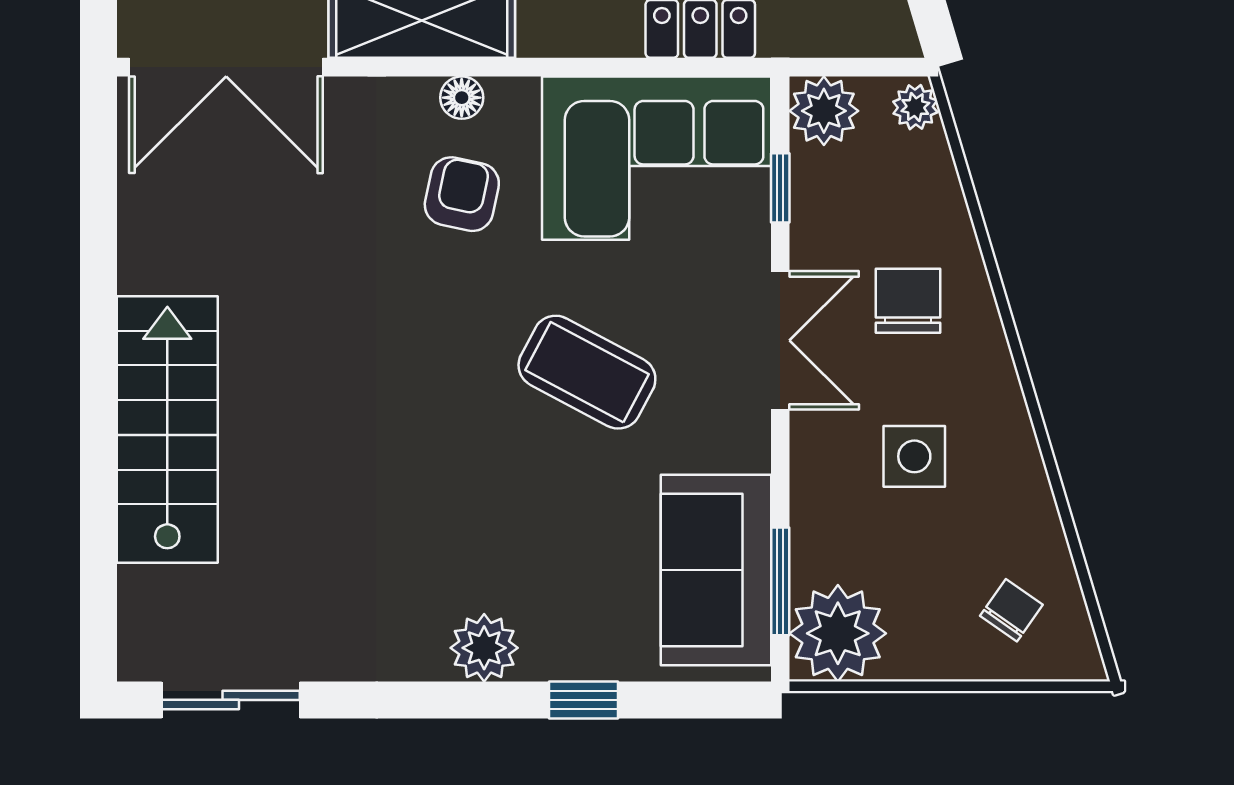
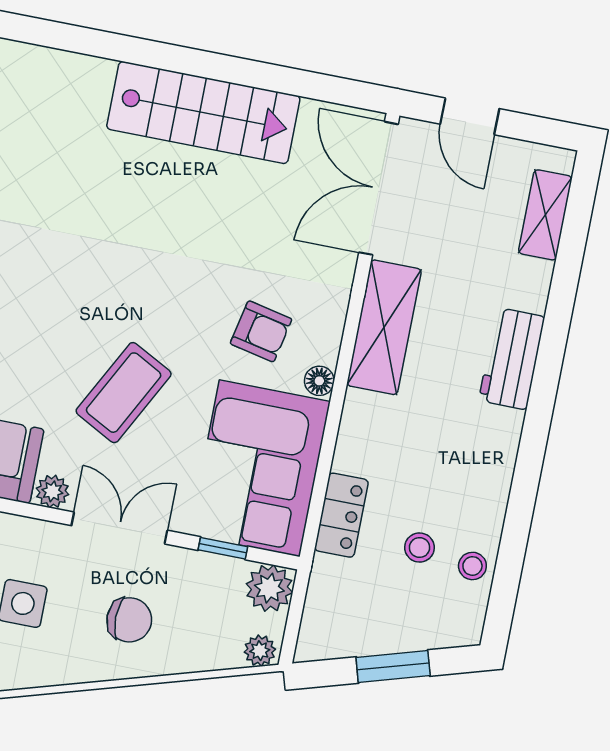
floor lamp: (462, 98) -> (319, 381), moved
double door: (780, 340) -> (119, 528), swing flipped
stairs: (167, 430) -> (203, 112), moved
plant: (747, 446) -> (52, 491), added

